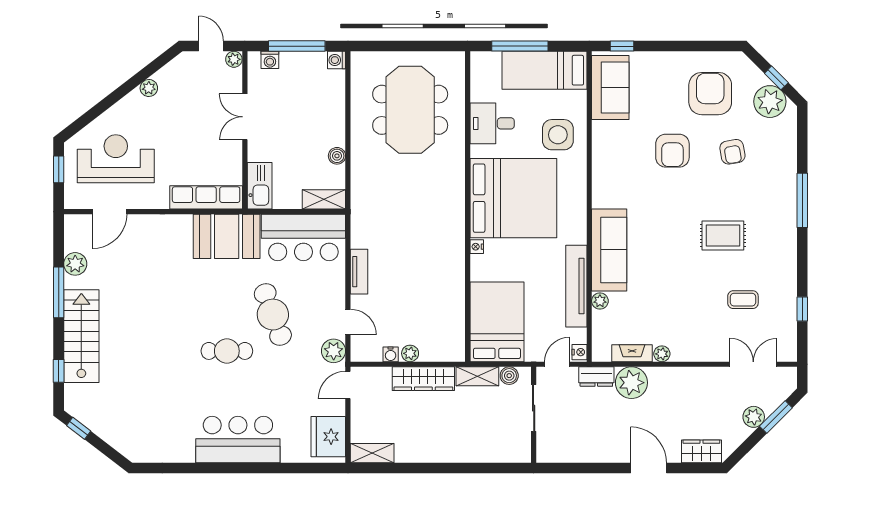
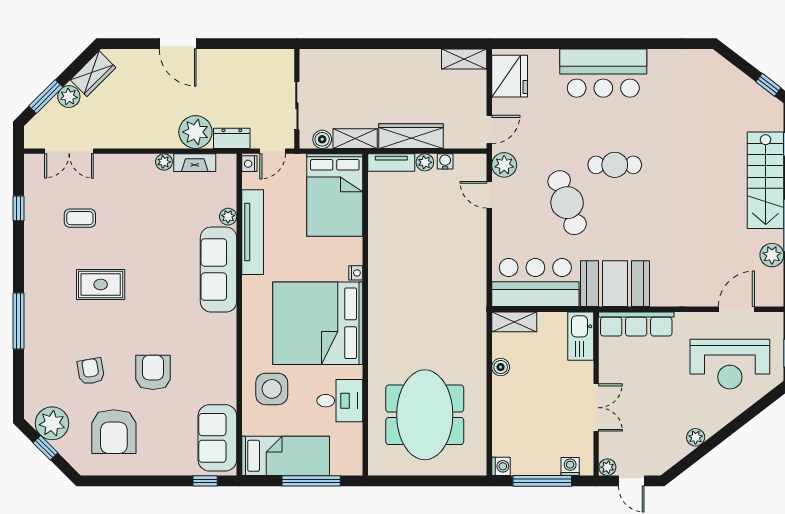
tv unit: (359, 272) -> (391, 163), moved, turned -90
wardrobe: (701, 451) -> (93, 74), moved, turned -45

